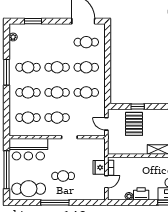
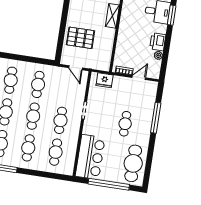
window: (138, 106) -> (62, 31), removed
door: (106, 124) -> (76, 68), hinge flipped
fridge: (99, 167) -> (105, 80), moved
door: (106, 182) -> (139, 78), hinge flipped
window: (55, 203) -> (156, 118), moved

